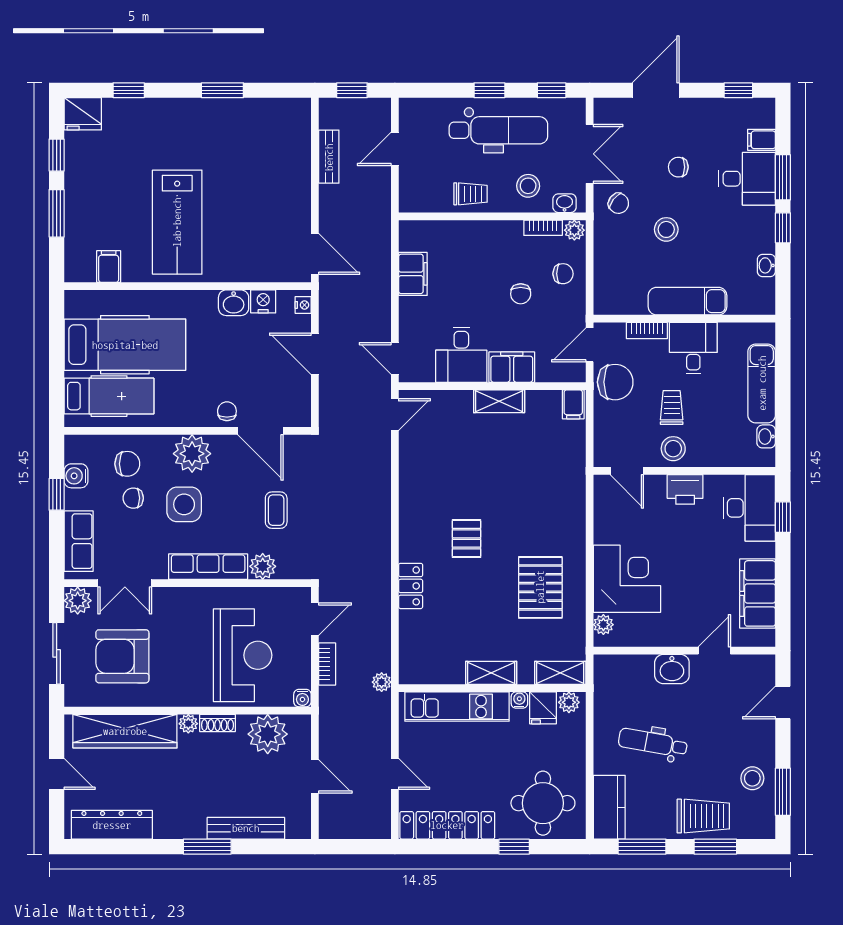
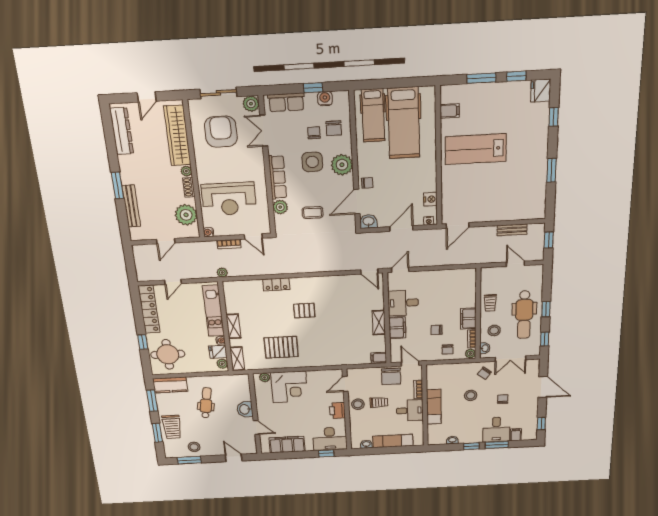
filing cabinet: (413, 274) -> (468, 319), moved, turned 90
washbasin: (234, 303) -> (368, 221), moved, turned 90

